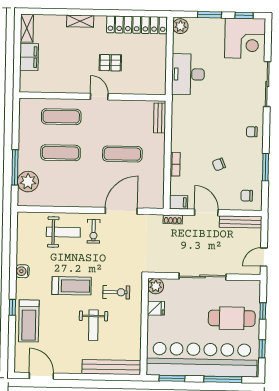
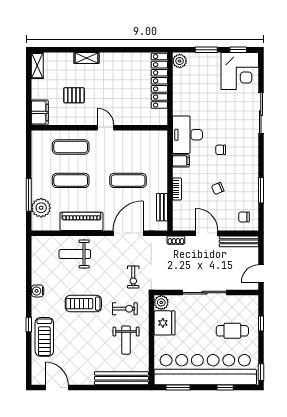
locker: (137, 25) -> (159, 81), moved, turned 90
filing cabinet: (29, 57) -> (40, 112), moved
pallet: (110, 63) -> (74, 95), moved
desk: (188, 74) -> (187, 135), moved
bench: (160, 118) -> (162, 207), moved
chair: (252, 132) -> (221, 150), moved
piano: (71, 197) -> (81, 221), added
filing cabinet: (178, 202) -> (181, 161), moved
exercise bike: (94, 231) -> (133, 277), moved
weight bench: (63, 232) -> (75, 254), turned 180
treadmill: (72, 286) -> (83, 304), turned 180
fridge: (156, 308) -> (164, 323), width x1.88, depth x1.34
cafe table: (232, 318) -> (232, 331), width x0.73, depth x0.74
weight bench: (93, 325) -> (126, 340), moved
window: (262, 349) -> (261, 372), moved
window: (223, 379) -> (225, 388), width x0.46

